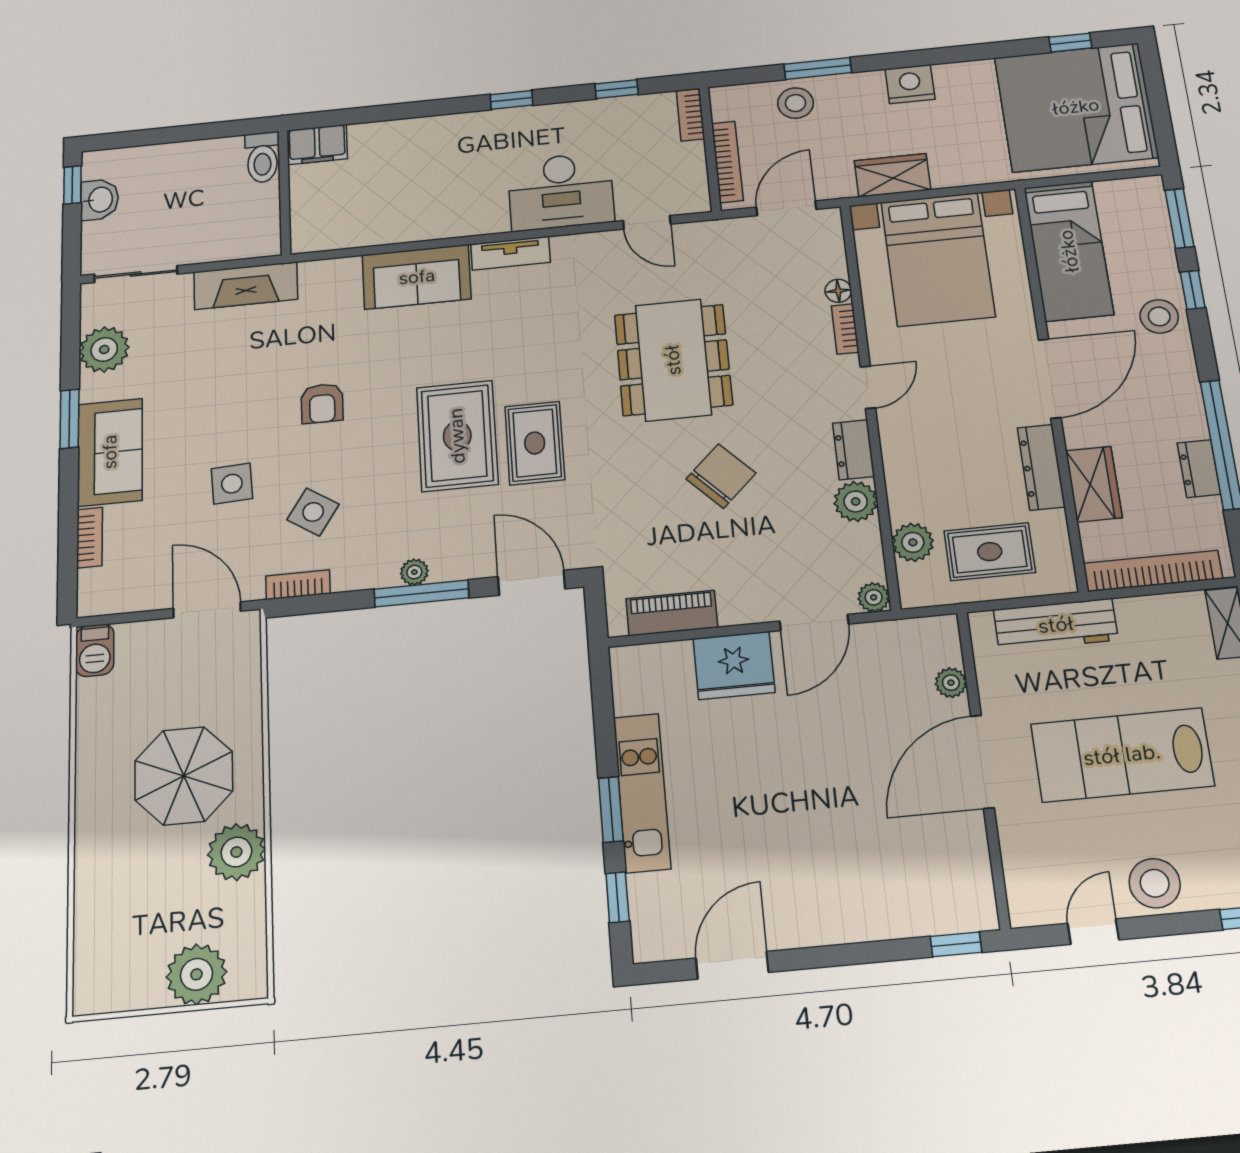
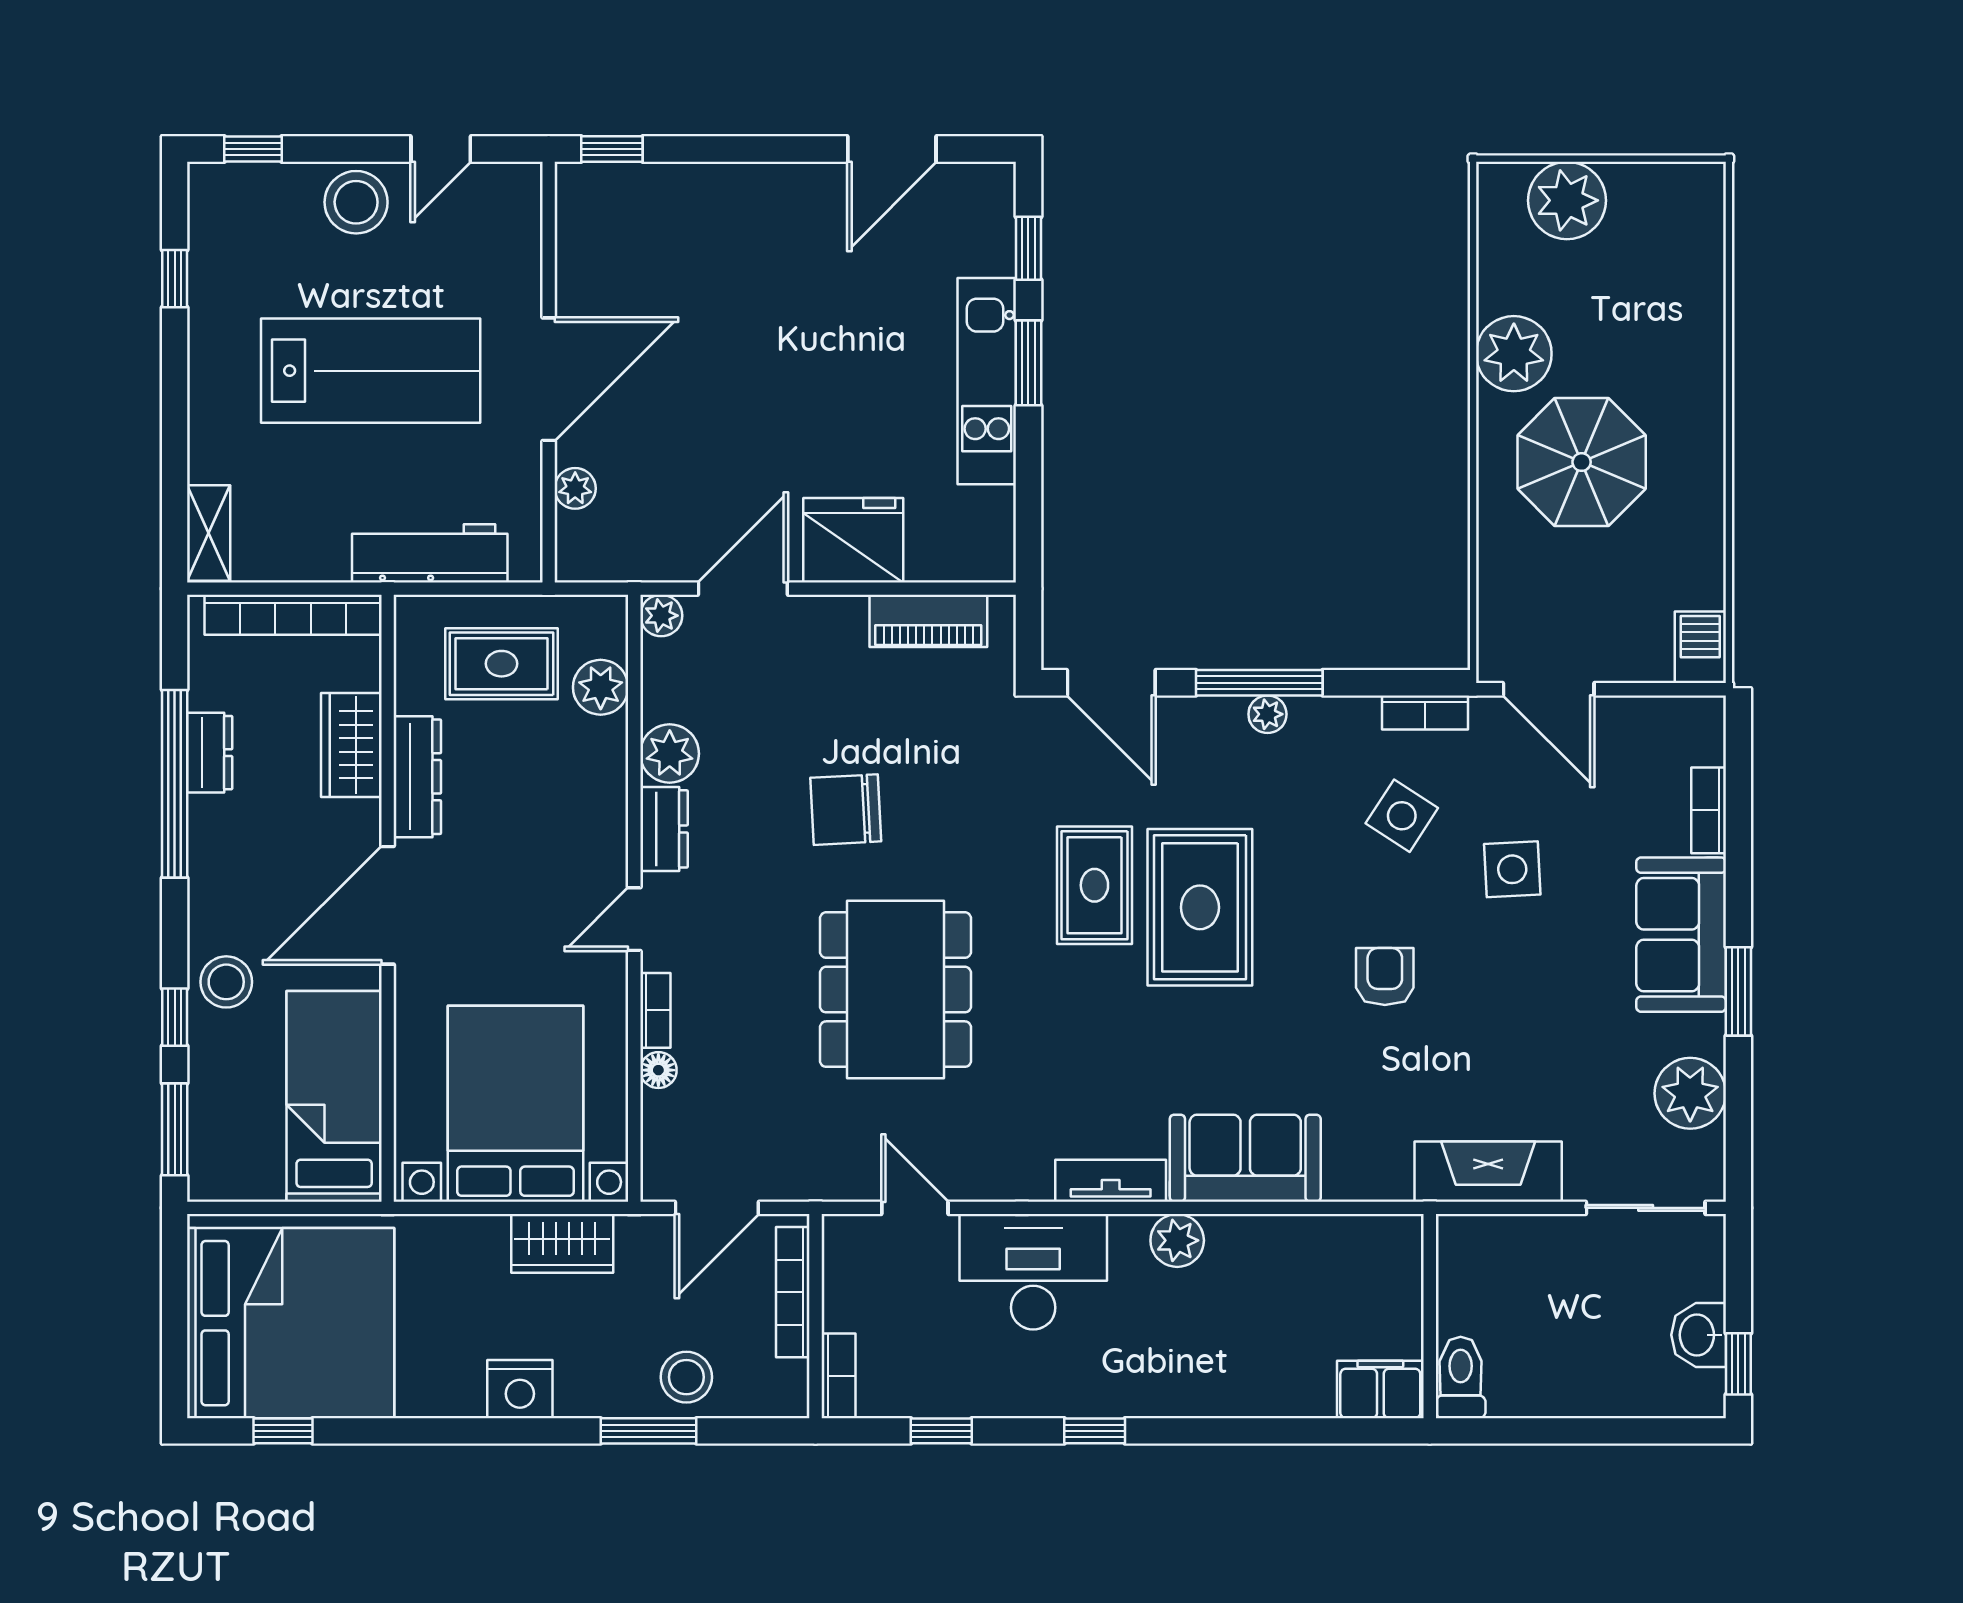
plant: (462, 221) -> (1177, 1240), added
chair: (721, 476) -> (846, 810), turned 41

